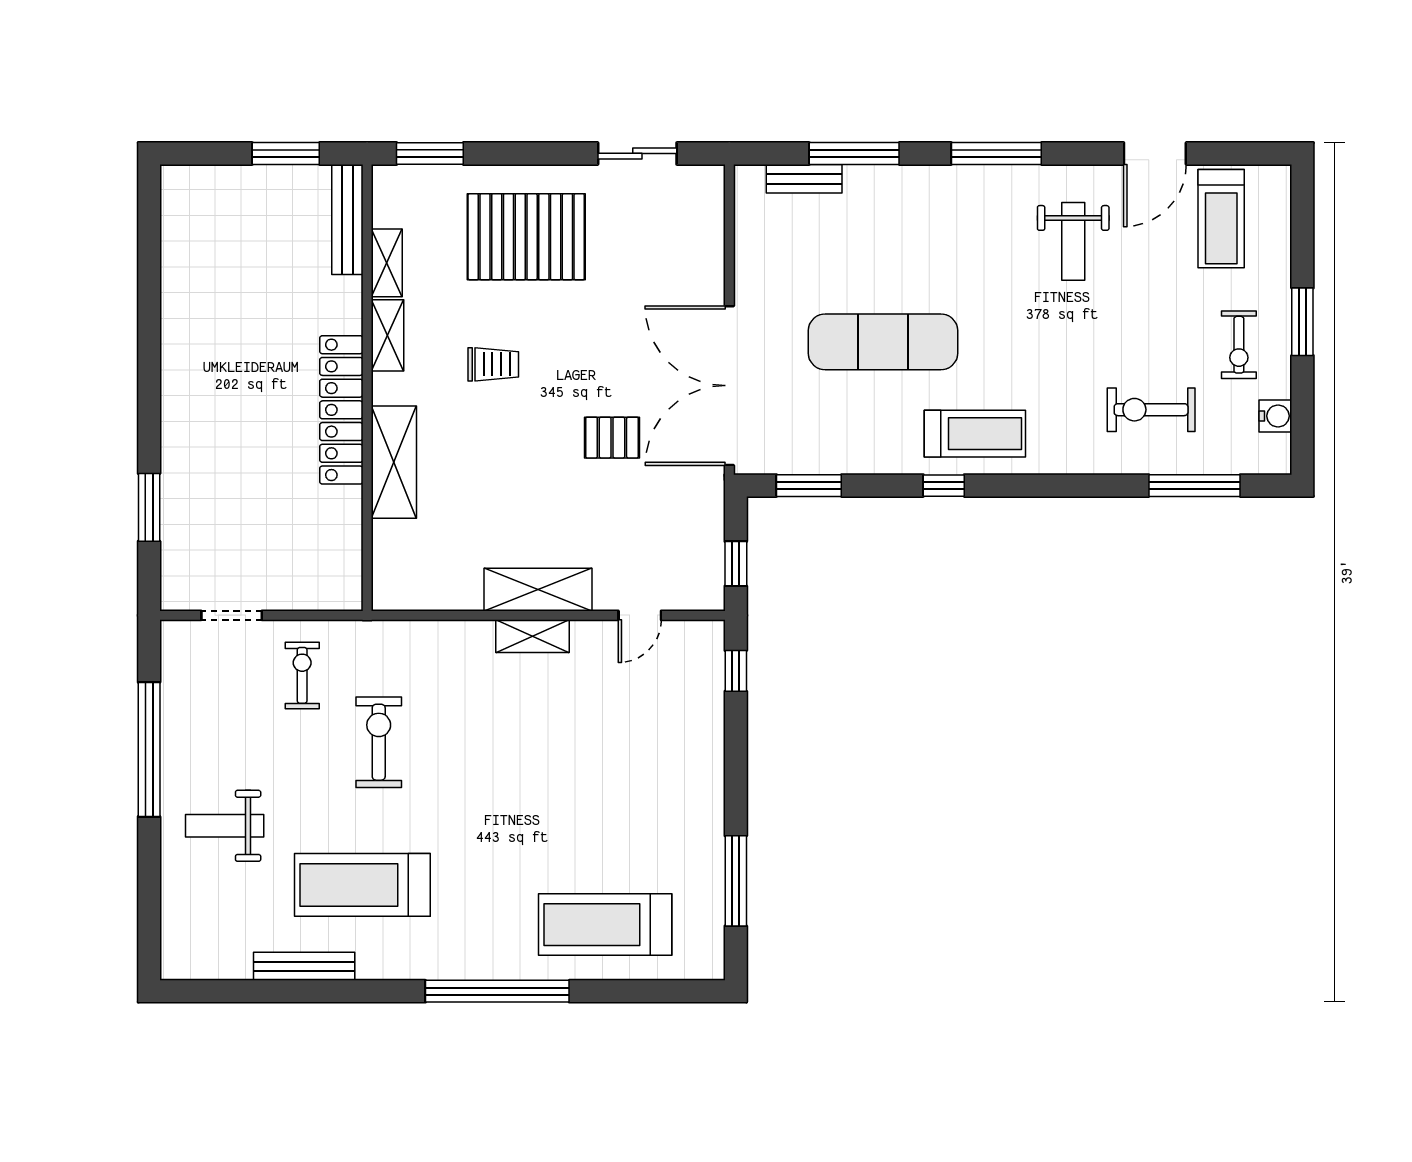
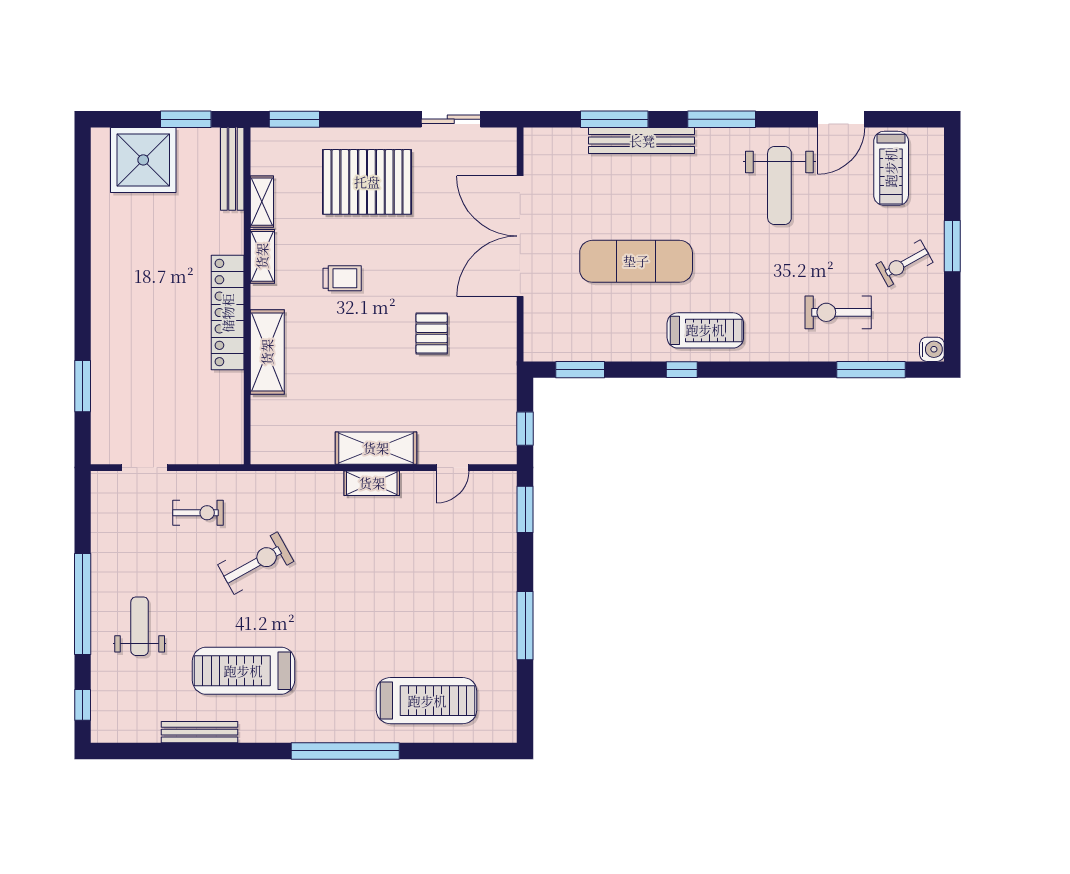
bench: (804, 179) -> (642, 141), moved, width x1.86, depth x1.21
shower: (229, 208) -> (143, 160), added
weight bench: (1073, 241) -> (779, 186), width x1.36, depth x1.33
exercise bike: (1239, 345) -> (904, 263), turned 61
double door: (729, 386) -> (520, 236), moved
water cooler: (1275, 416) -> (932, 349), moved
pallet: (612, 438) -> (432, 333), turned 90
window: (736, 671) -> (525, 509), width x1.50
exercise bike: (302, 675) -> (198, 513), turned 90
exercise bike: (379, 742) -> (256, 563), turned 61
window: (149, 749) -> (83, 604), moved
weight bench: (225, 826) -> (140, 626), turned 90
window: (736, 881) -> (525, 626), moved
treadmill: (605, 925) -> (427, 701), turned 180
window: (149, 930) -> (83, 705), added

